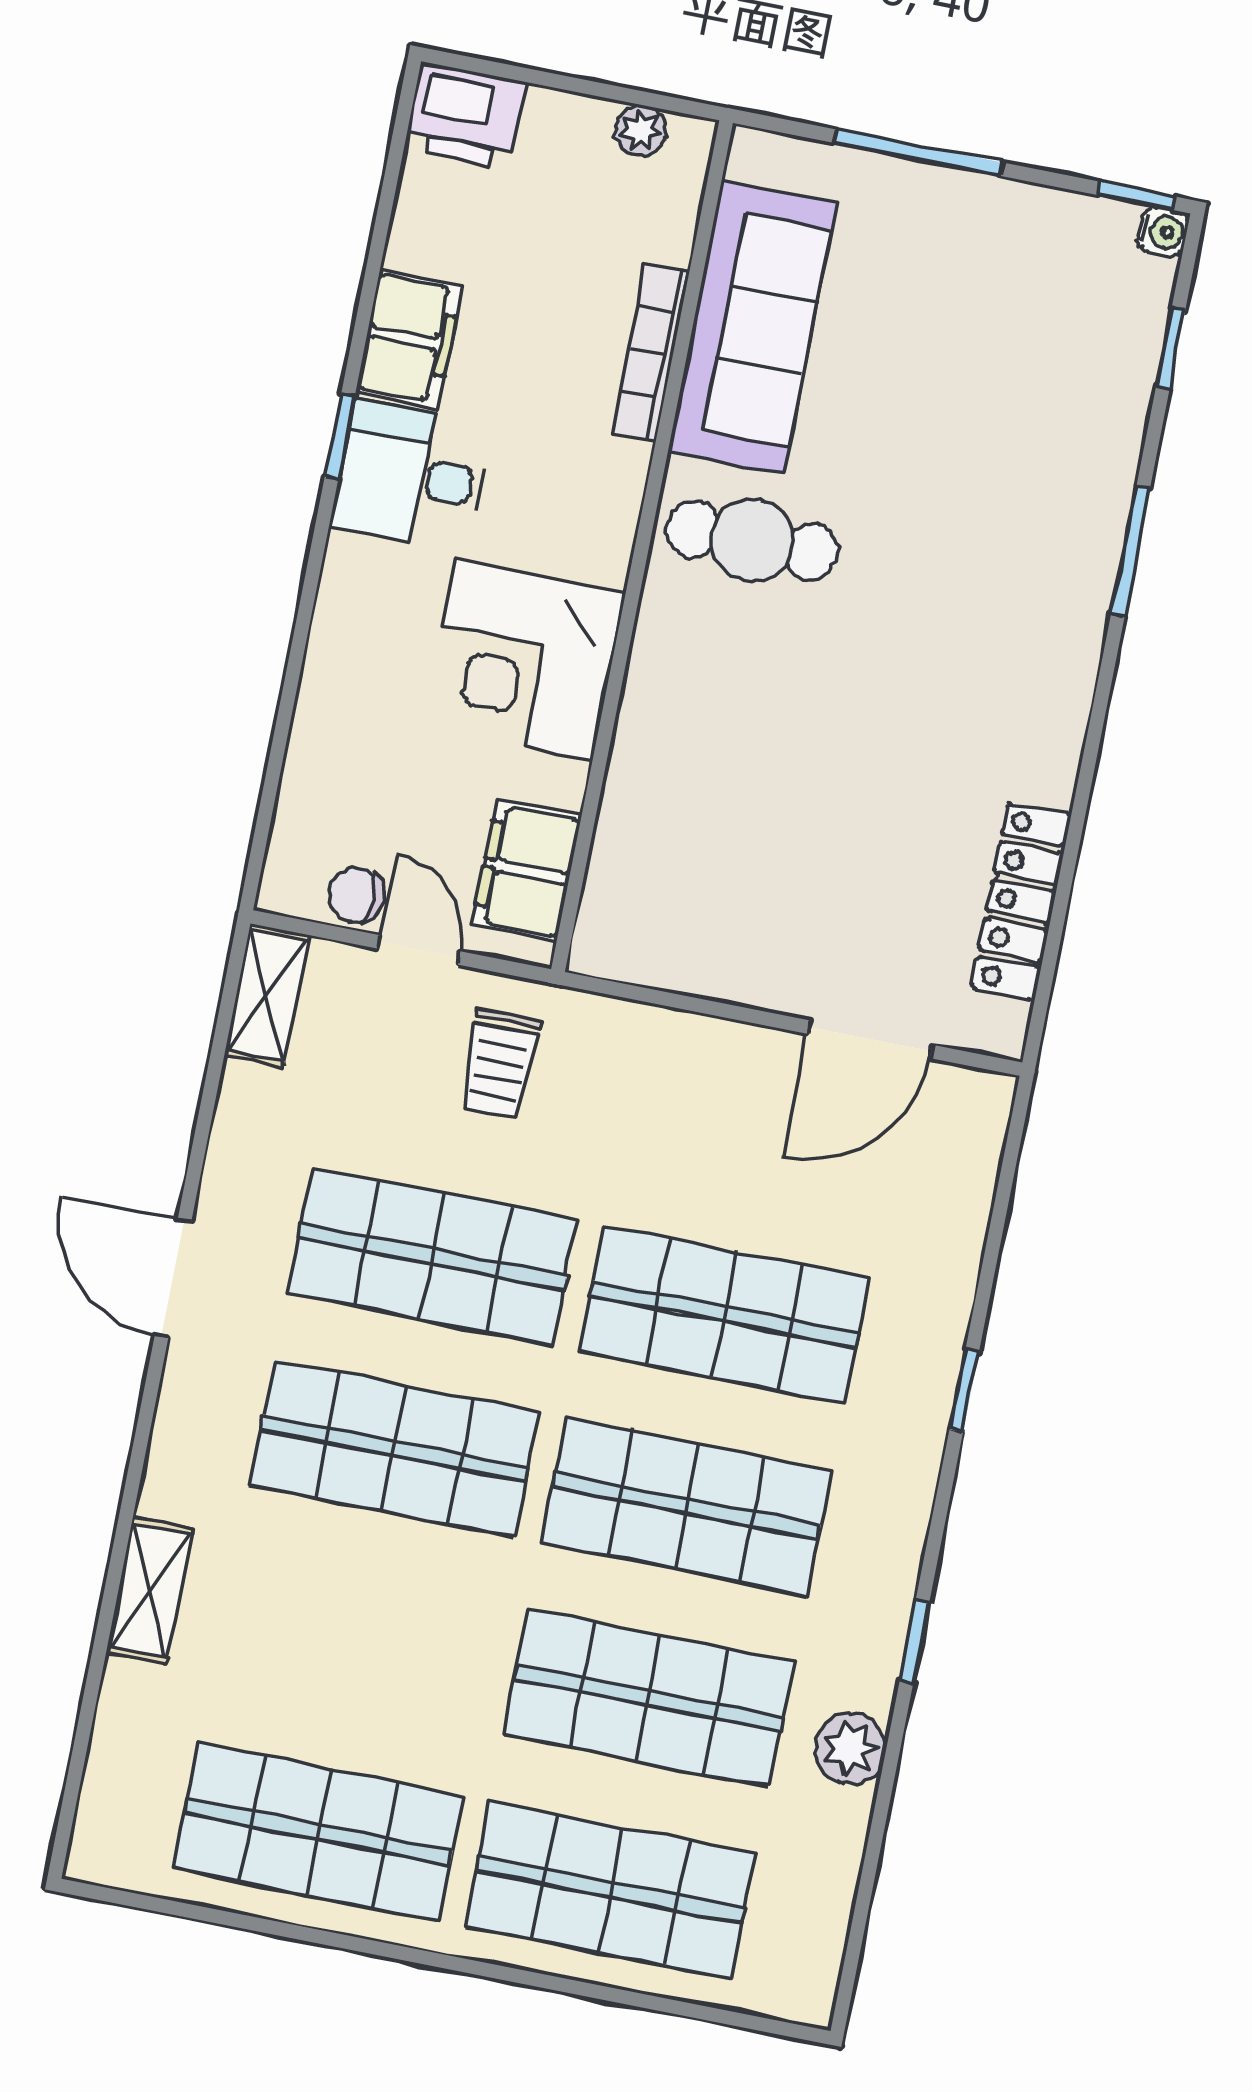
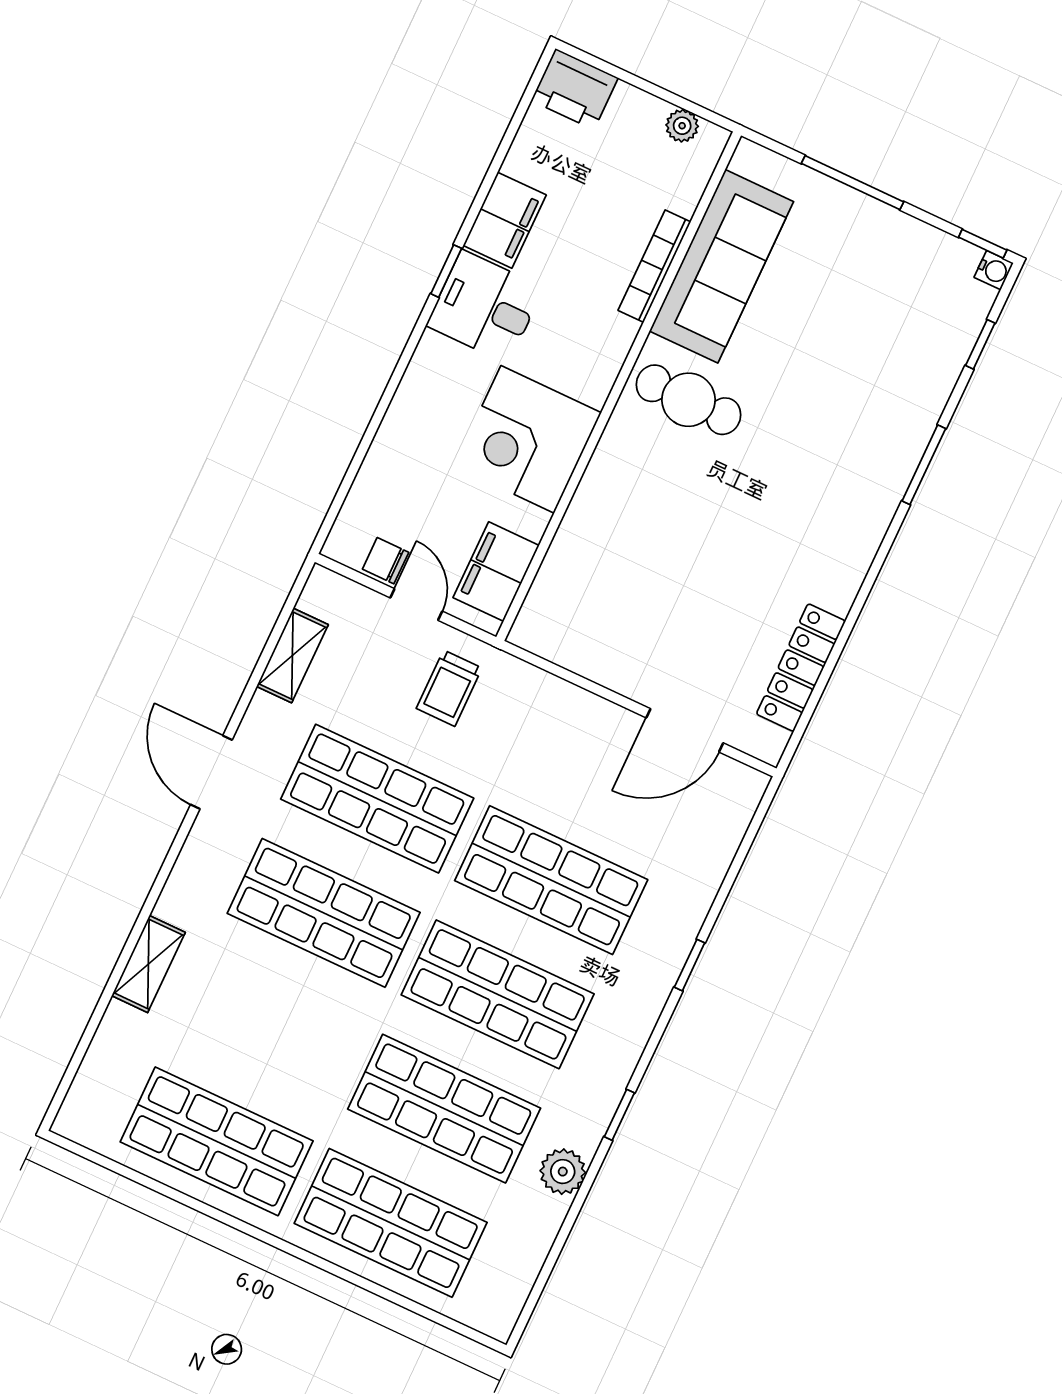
shelving: (267, 995) -> (292, 656), moved

